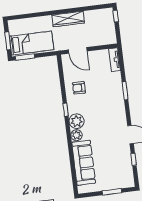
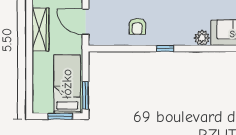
door: (78, 50) -> (85, 22), swing flipped
plant: (77, 121) -> (183, 35), removed

